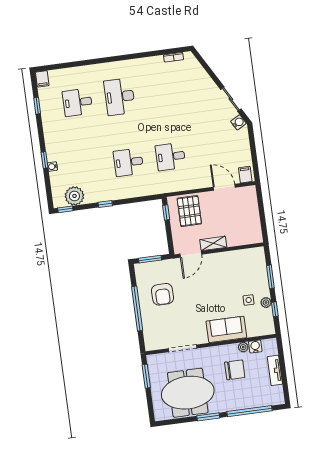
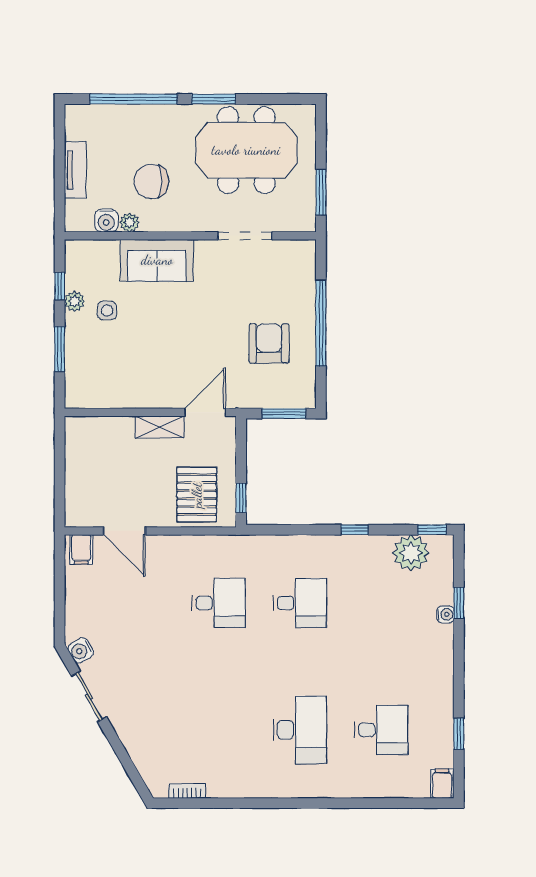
window: (44, 160) -> (459, 603), moved

